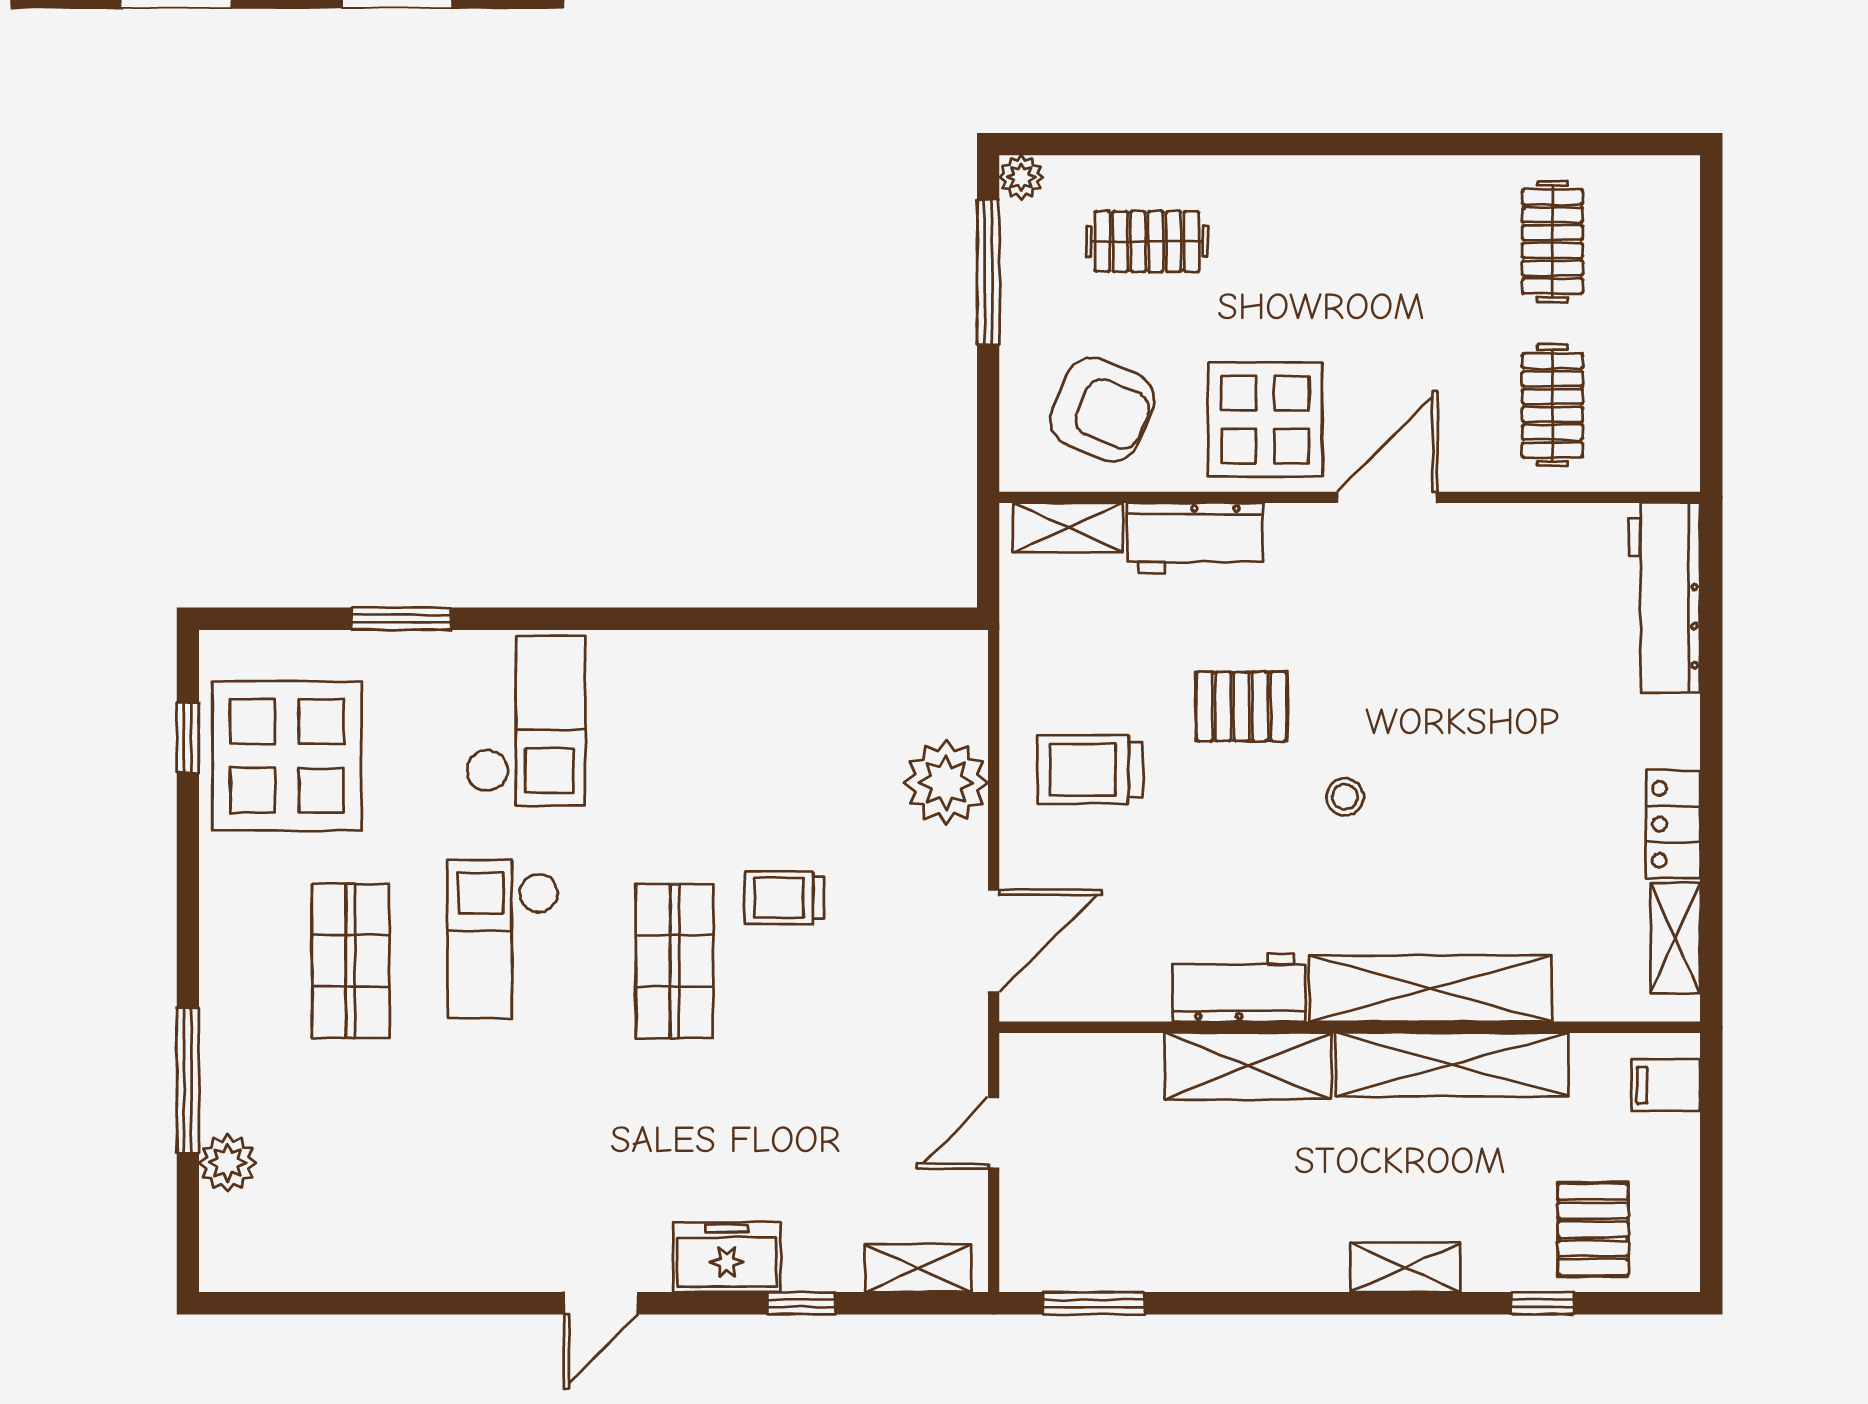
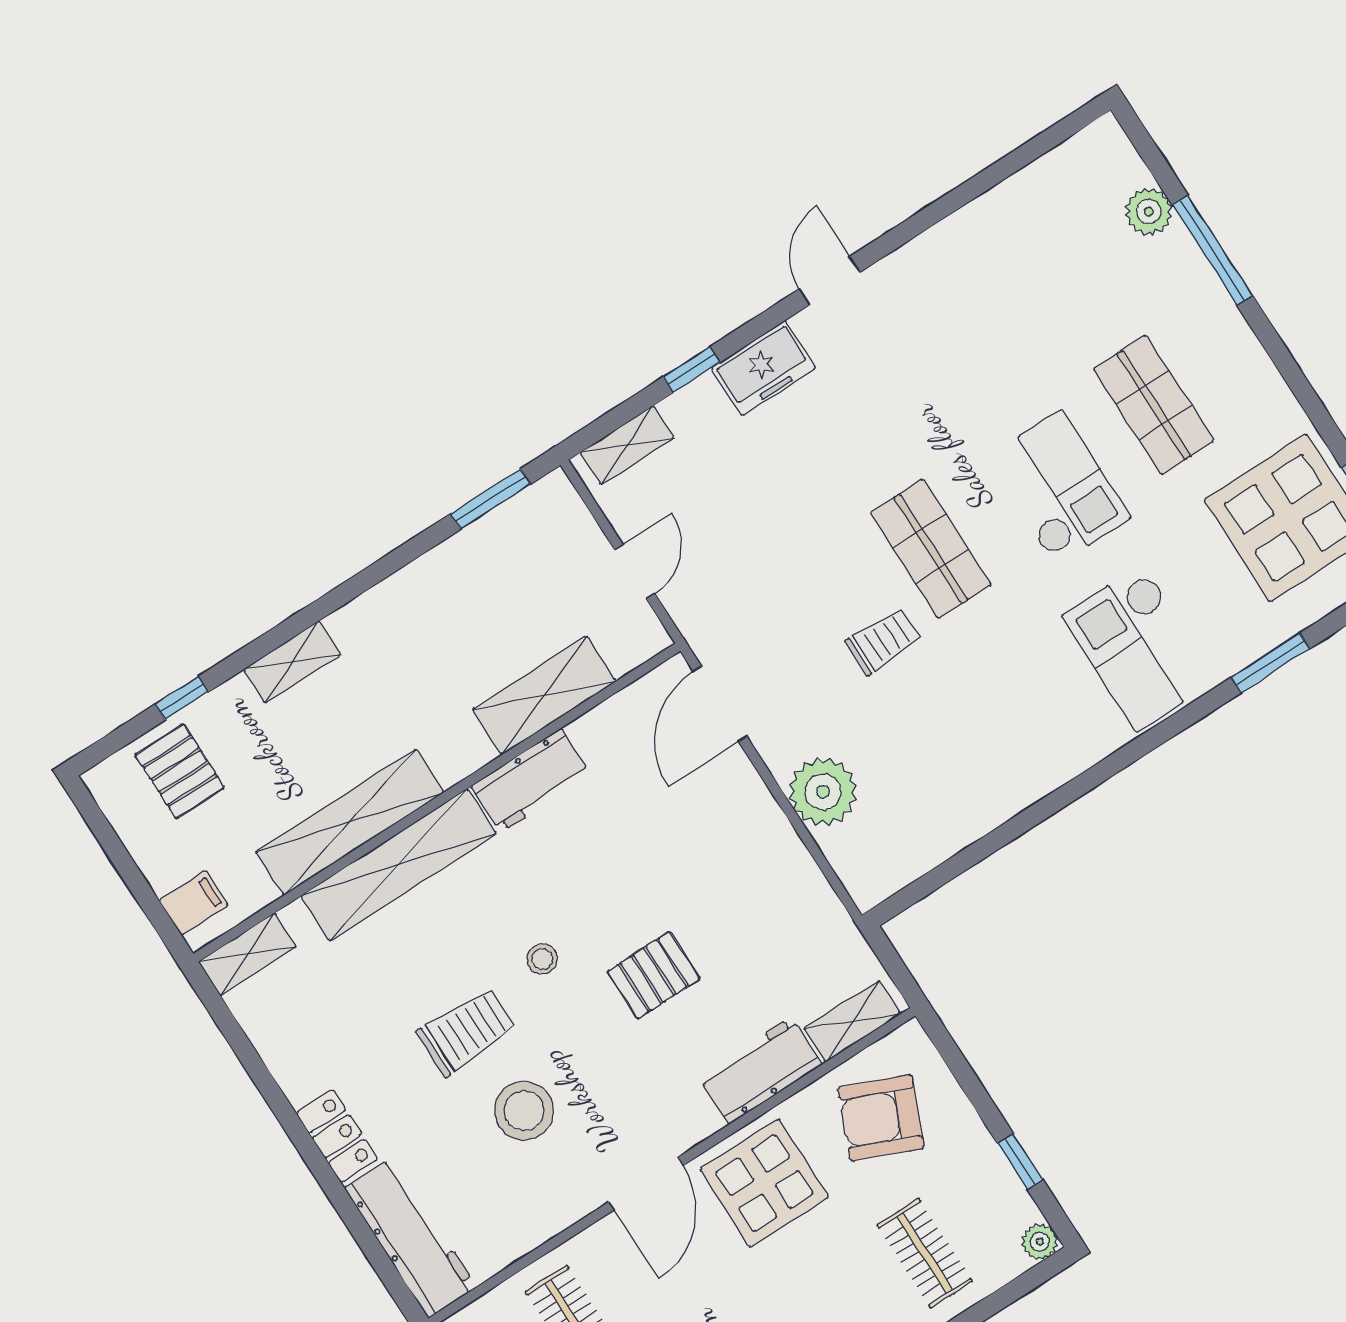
clothes rail: (1147, 241) -> (925, 1253), turned 90
window: (988, 272) -> (1020, 1162), width x0.46
stool: (1464, 653) -> (524, 1111), added
trolley: (1090, 770) -> (466, 1031), moved
locker: (1673, 824) -> (337, 1136), moved
shelving: (1675, 938) -> (247, 954), moved, turned 90
shelving: (1248, 1066) -> (544, 695), moved

